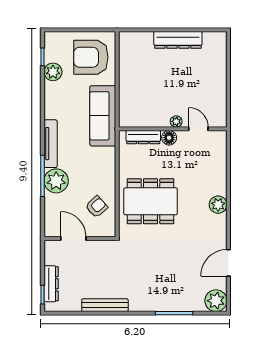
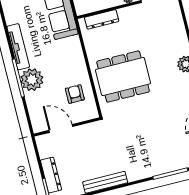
floor lamp: (169, 138) -> (125, 14), removed
armchair: (97, 207) -> (75, 94), turned -48

